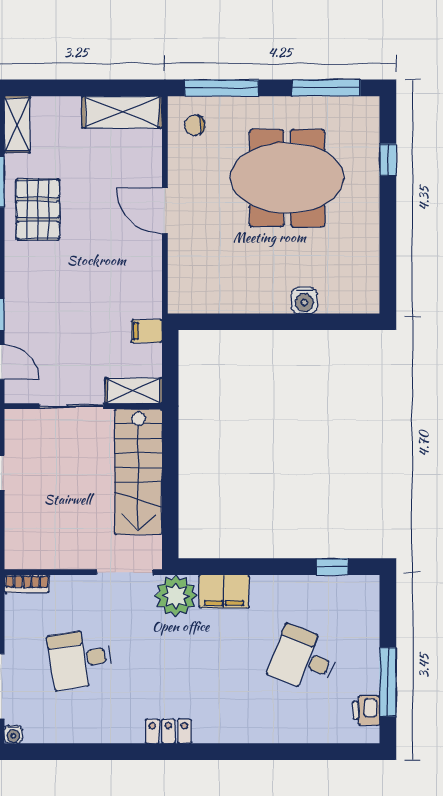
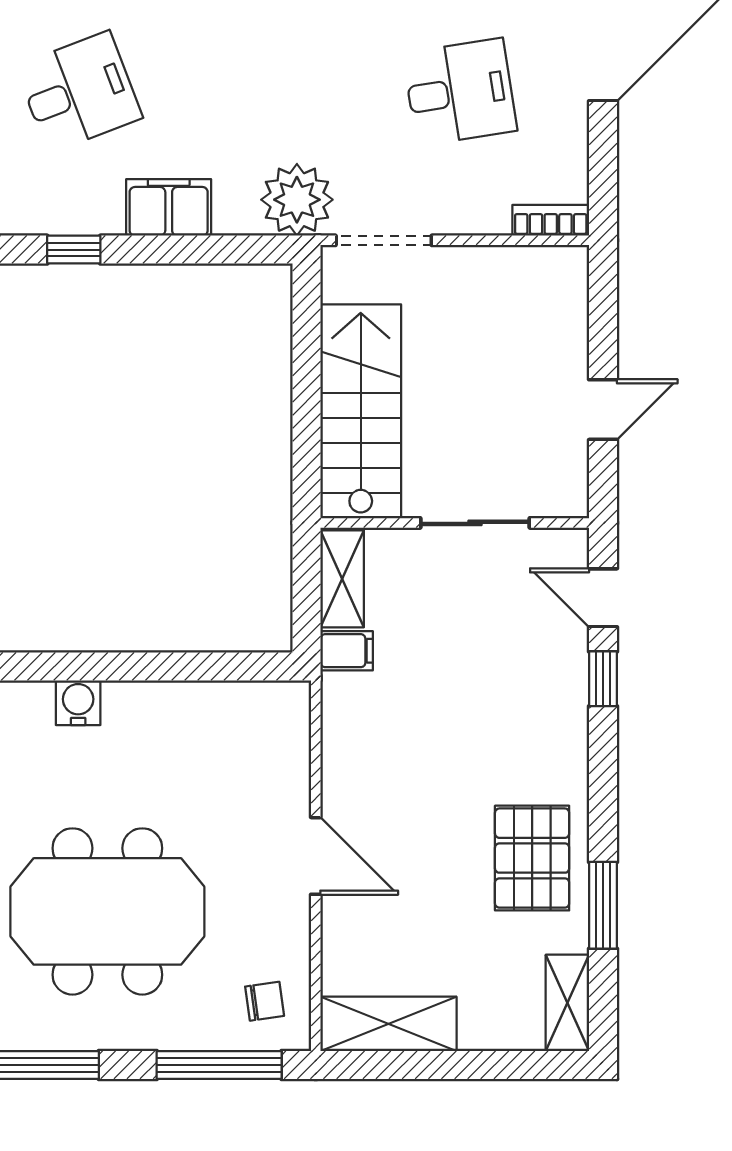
shelving: (134, 391) -> (342, 579), moved, turned 90
window: (332, 567) -> (74, 250), moved
filing cabinet: (224, 591) -> (169, 207), moved
desk: (304, 659) -> (79, 92), turned -42

